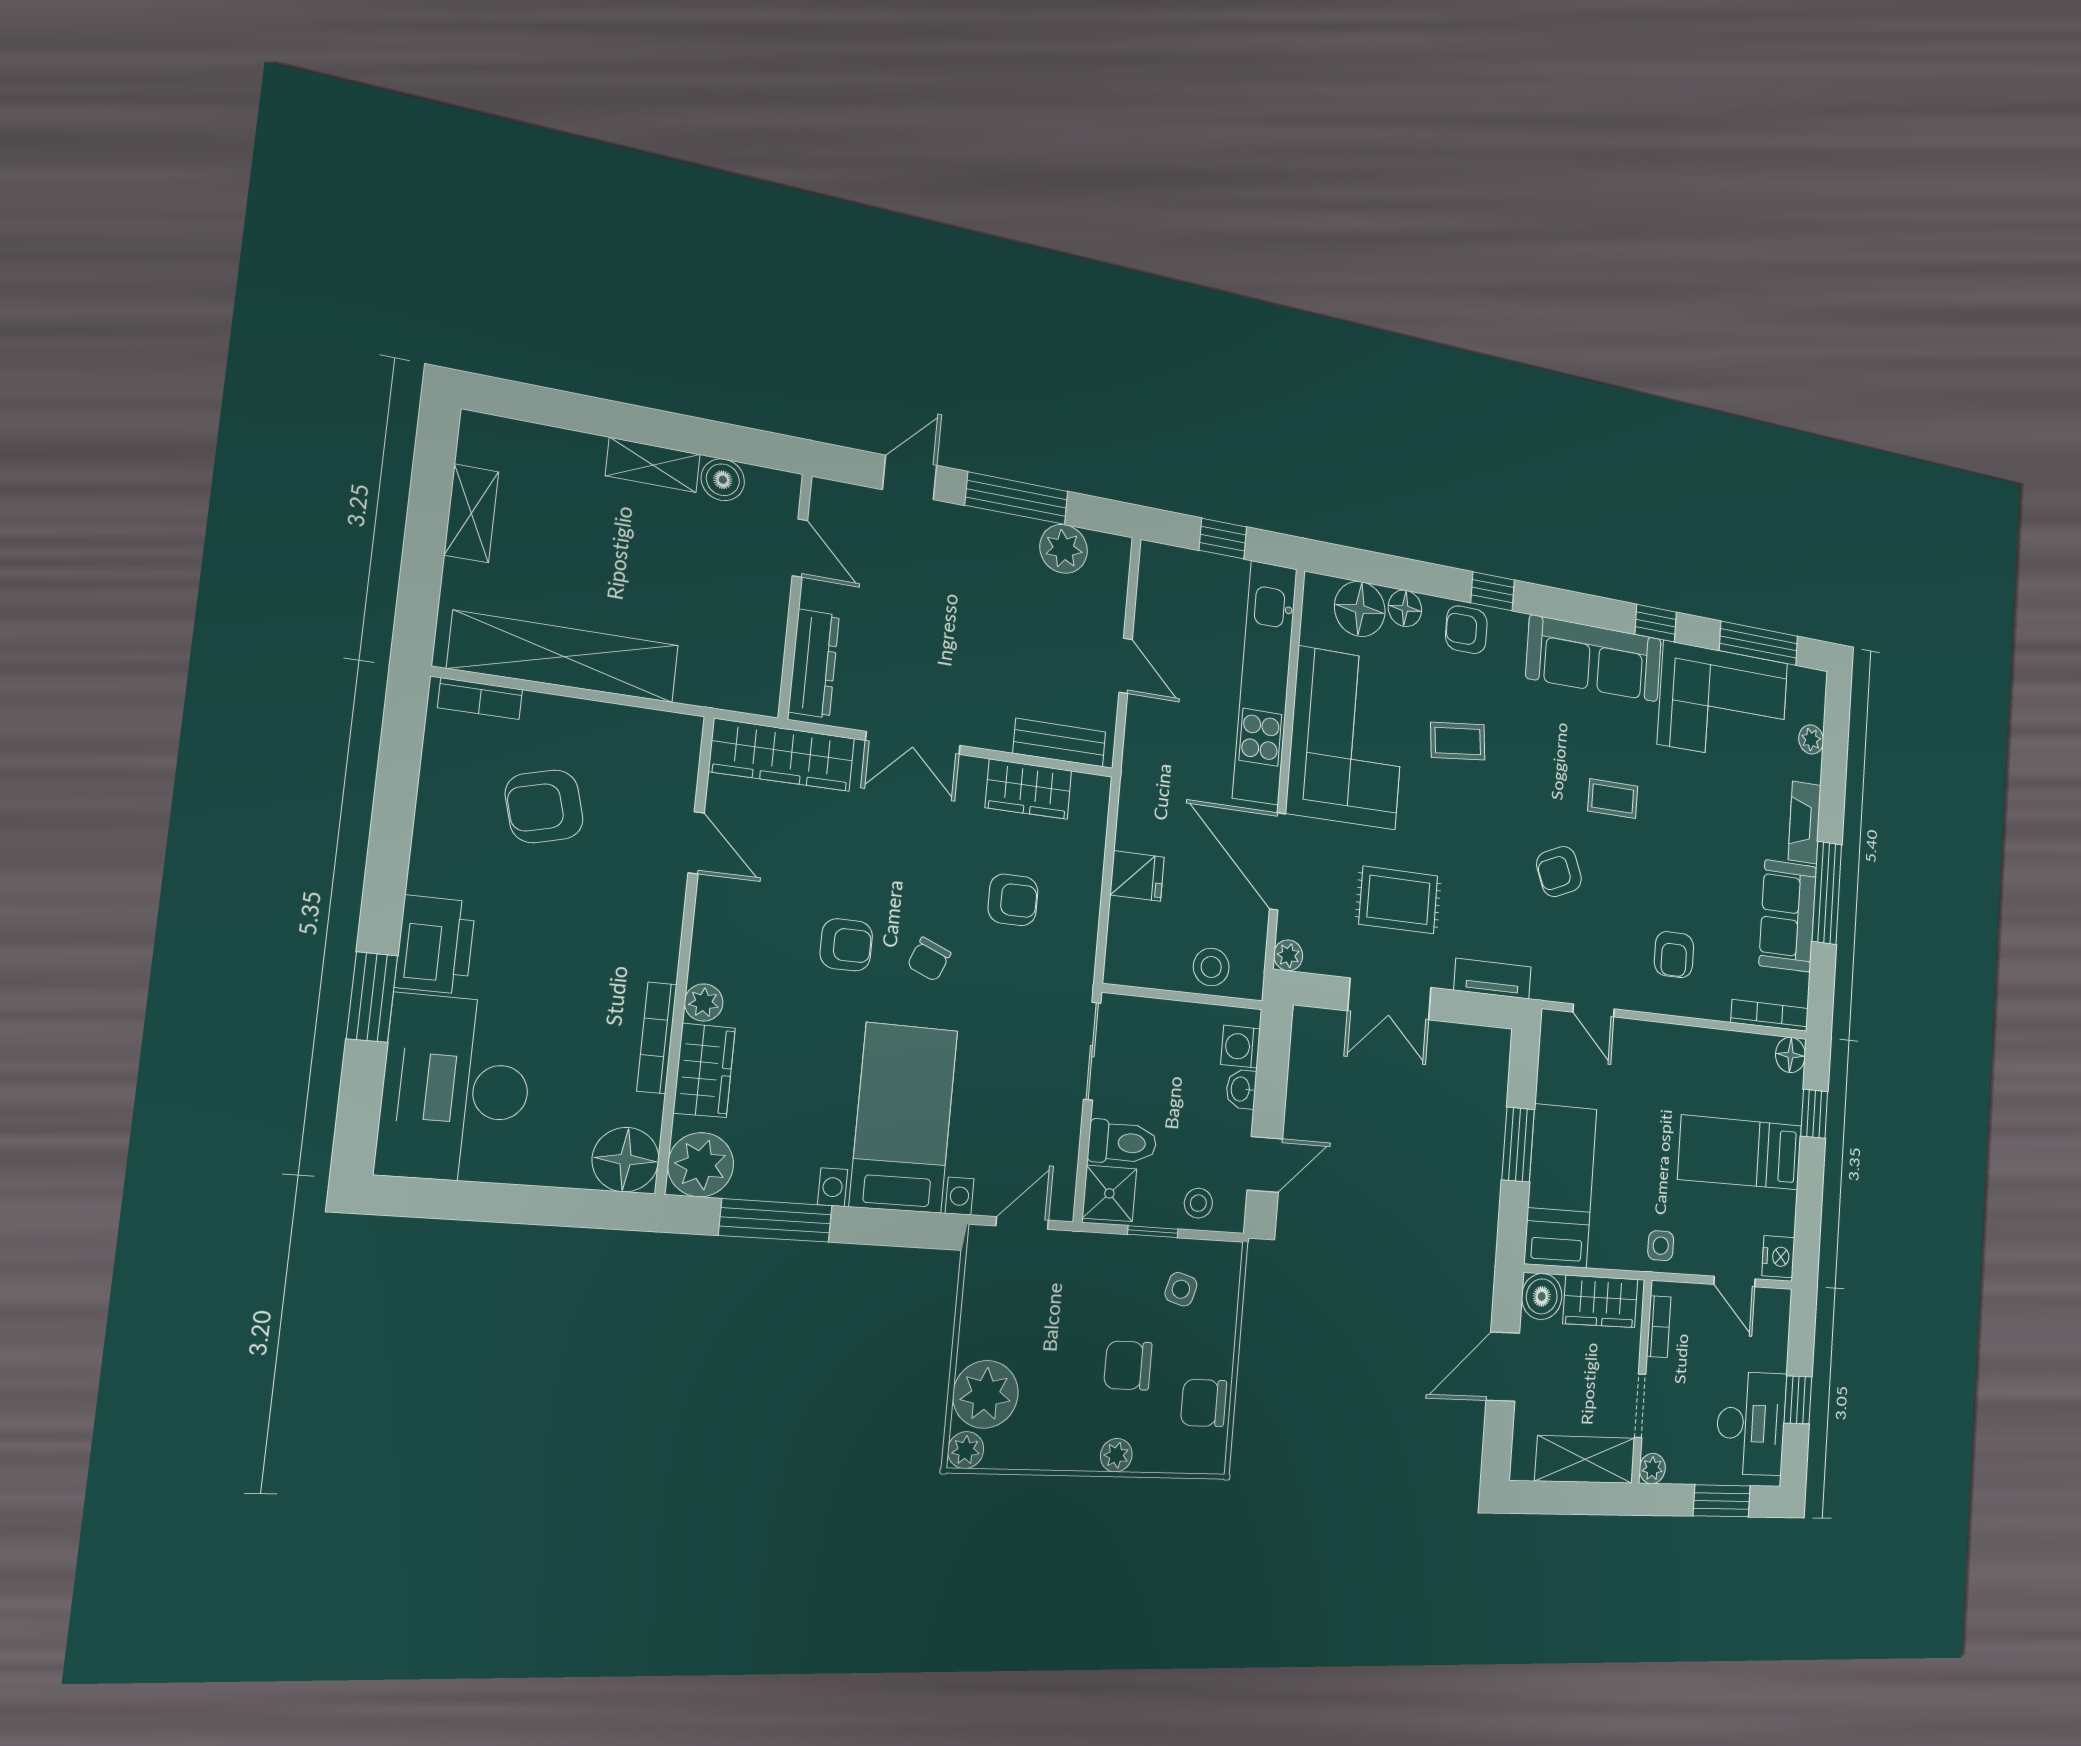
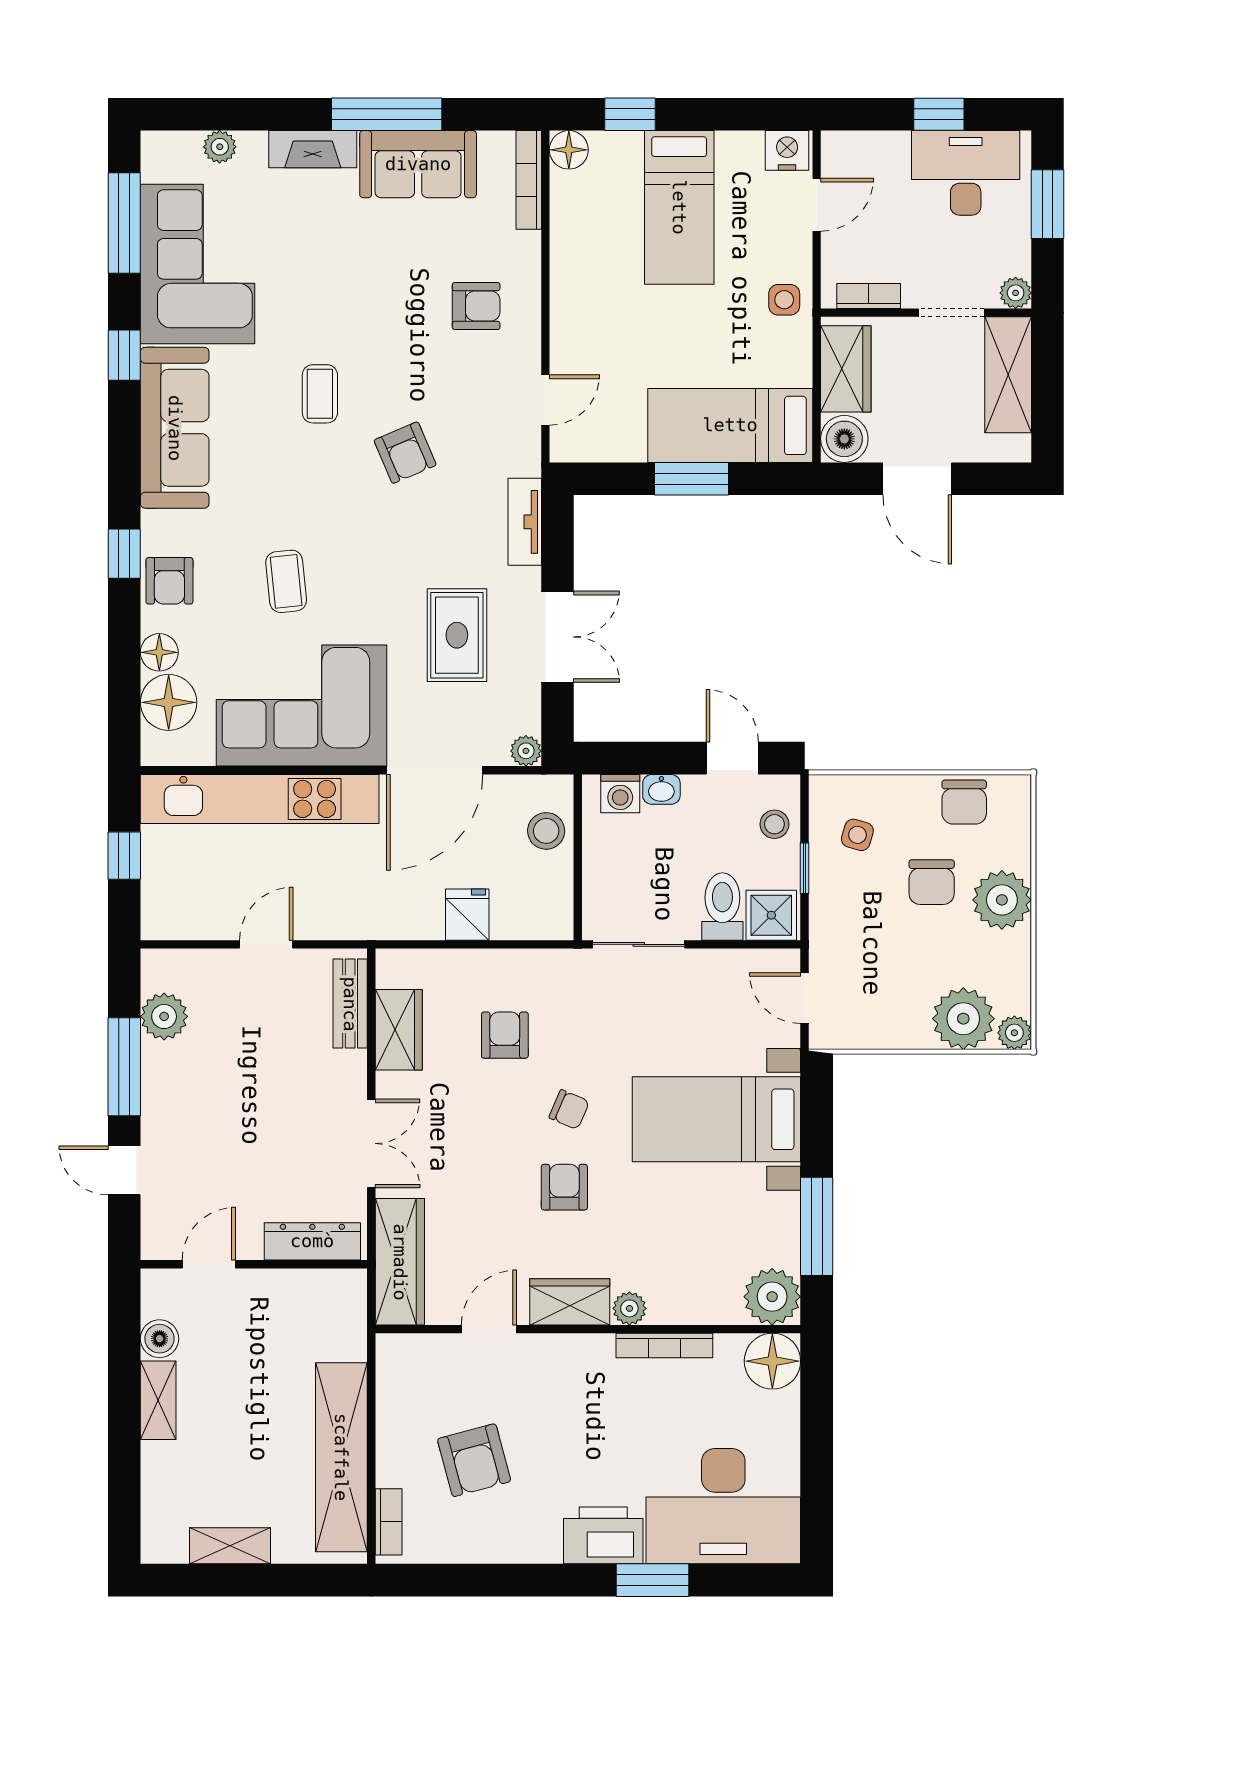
wardrobe: (704, 1070) -> (570, 1302), moved
plant: (1116, 1455) -> (1002, 900), width x1.87, depth x1.87

